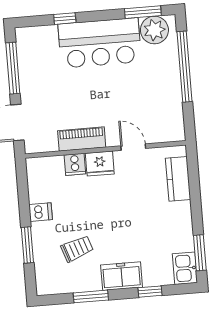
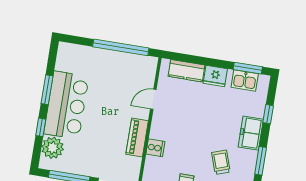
window: (143, 12) -> (47, 90), moved
plant: (154, 30) -> (53, 148), moved
window: (185, 67) -> (121, 47), moved
fridge: (100, 164) -> (215, 76), moved, turned 90
kitchen sink: (185, 268) -> (245, 81), moved

